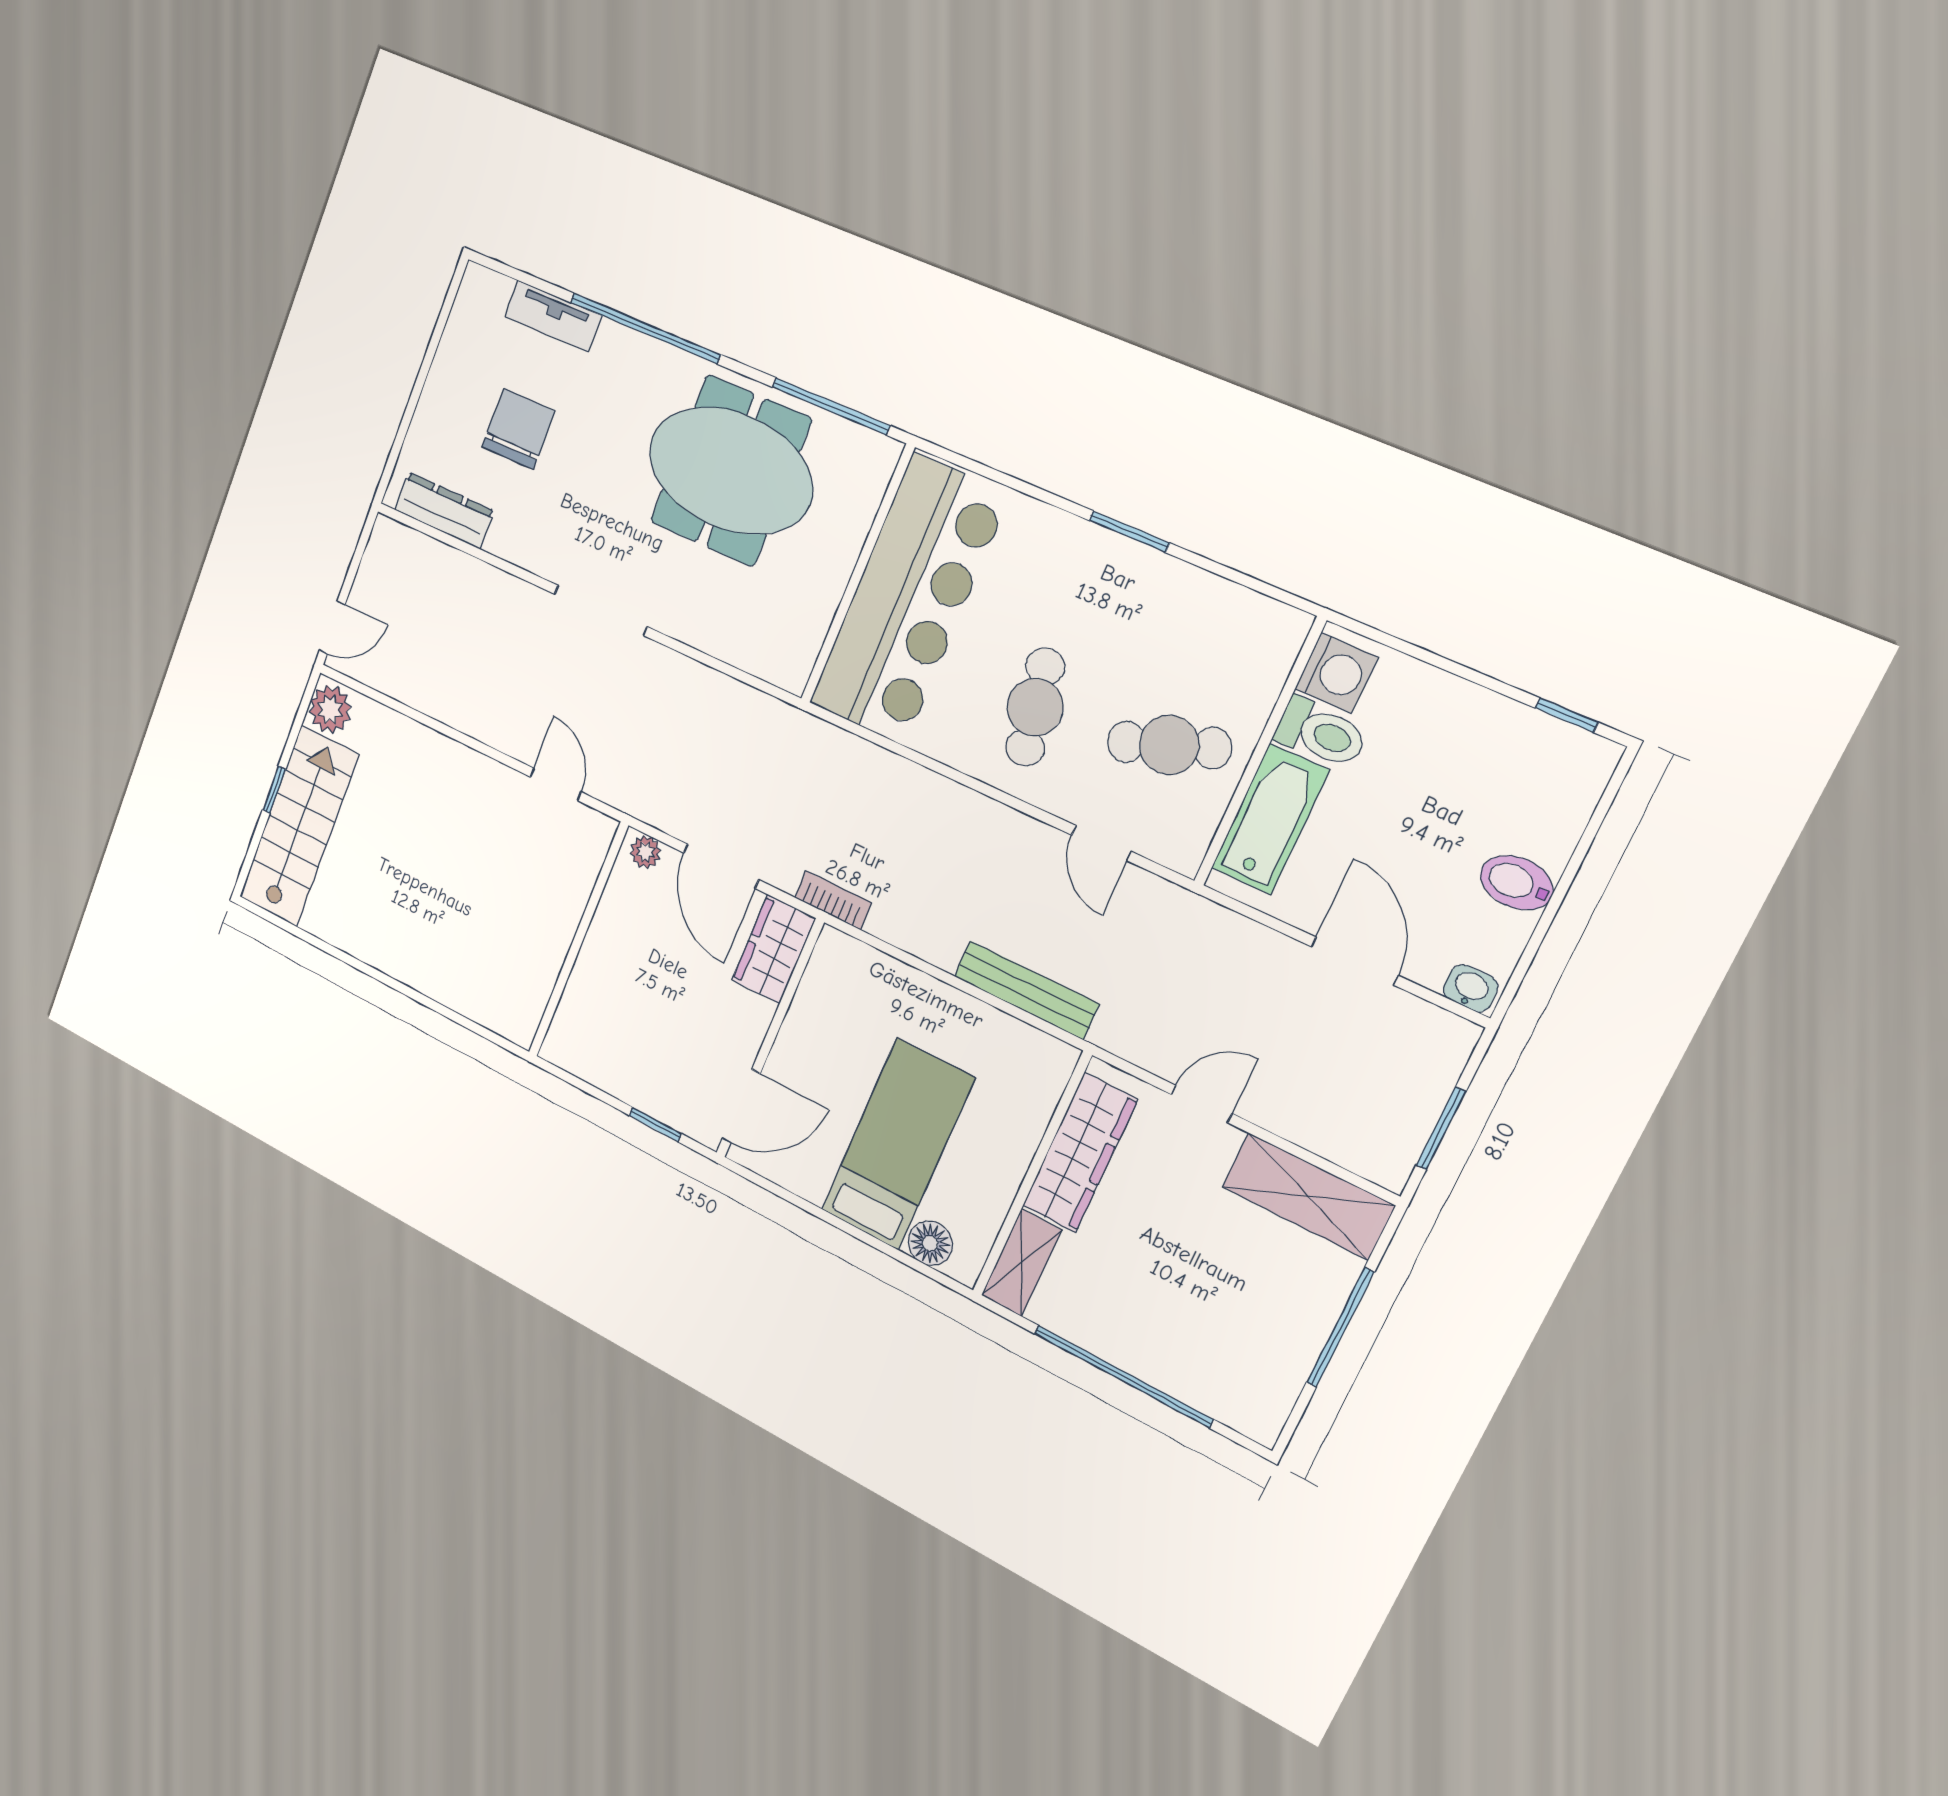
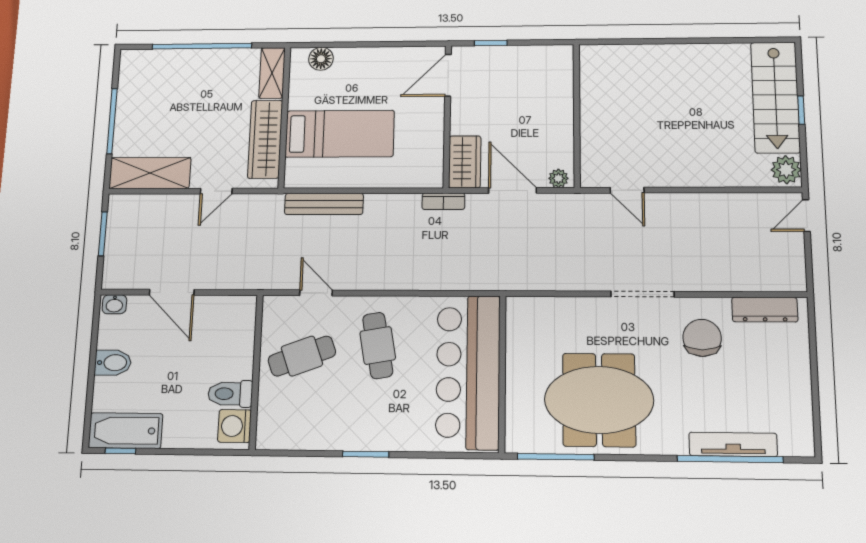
tv unit: (553, 316) -> (733, 444), width x1.41
window: (645, 328) -> (730, 459), moved
chair: (518, 429) -> (702, 338), moved, turned 180
bathtub: (1270, 819) -> (125, 431), moved, turned 90
bed: (897, 1145) -> (340, 134), moved, turned -90

